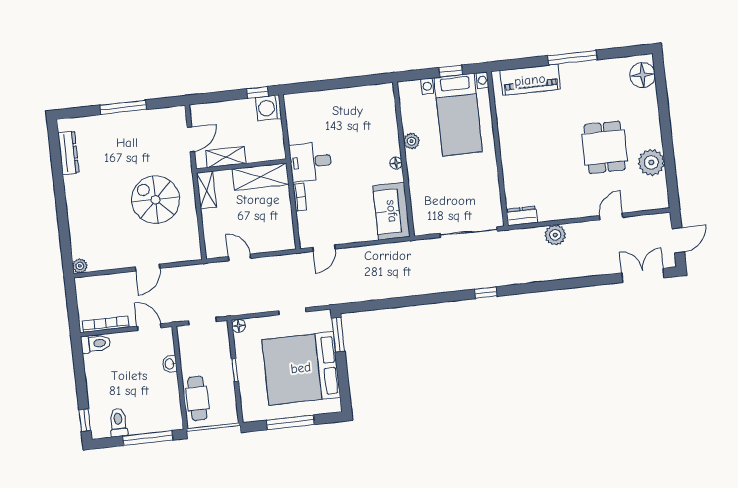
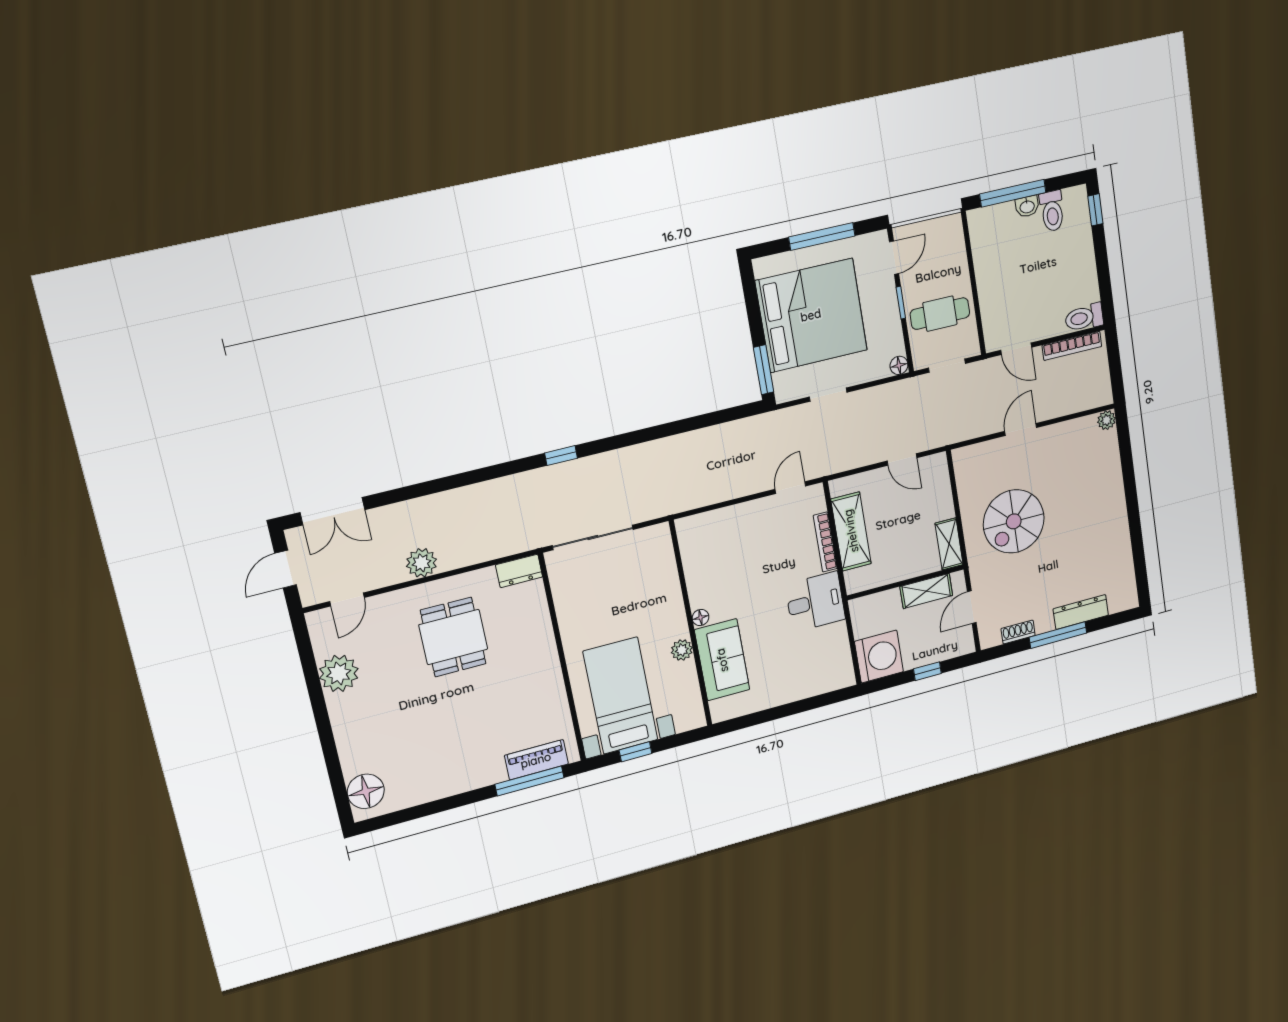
window: (572, 58) -> (529, 781), moved
piano: (530, 80) -> (536, 760), width x0.73, depth x0.75
window: (257, 92) -> (927, 671), moved
washing machine: (268, 108) -> (879, 657), width x1.37, depth x1.37
shoe rack: (155, 115) -> (1018, 632), added
dining table: (605, 147) -> (453, 637), moved
dresser: (68, 153) -> (1081, 612), moved, turned 90
shelving: (261, 177) -> (851, 531), moved, turned 90
bookcase: (300, 197) -> (825, 542), width x1.56
spiral stairs: (155, 200) -> (1014, 521), turned 90
sofa: (392, 211) -> (722, 660), moved
door: (611, 216) -> (347, 600), moved
plant: (555, 235) -> (422, 563), moved
washbasin: (170, 364) -> (1027, 206), moved, turned 90
cafe table: (197, 398) -> (940, 314), moved, turned 90
door: (238, 402) -> (894, 258), added

